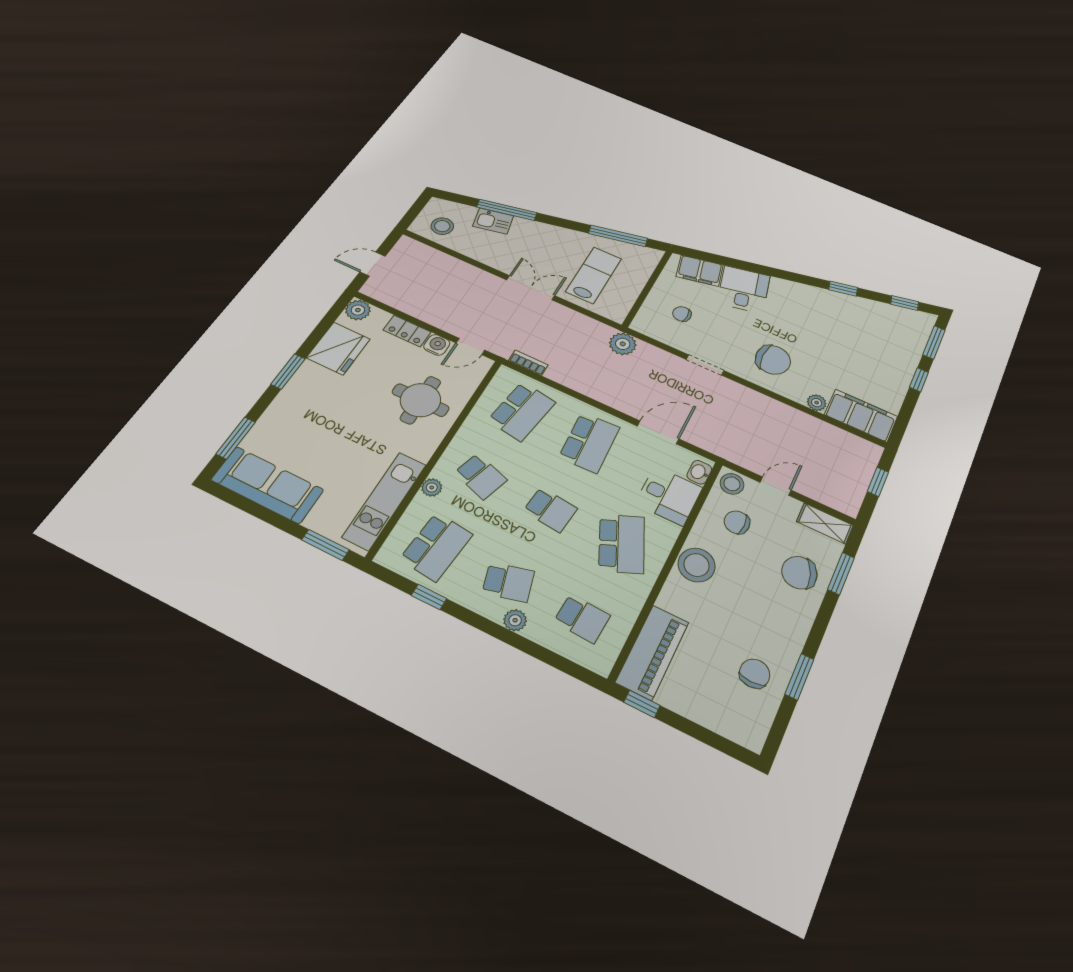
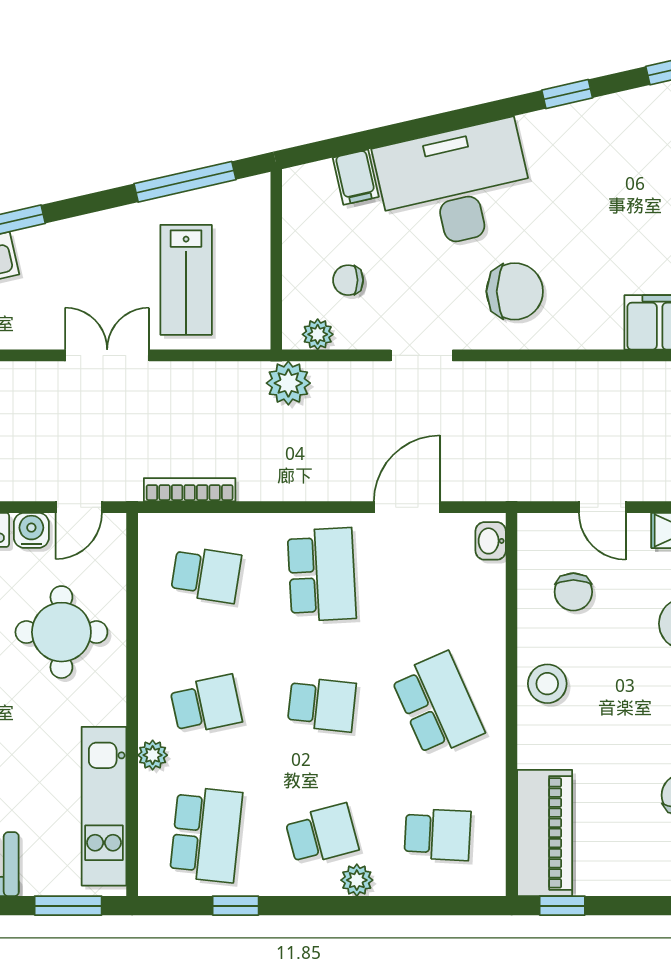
filing cabinet: (700, 271) -> (356, 177), width x0.50
lab bench: (594, 275) -> (186, 280), turned 180
desk: (744, 289) -> (455, 186), width x1.87, depth x1.30
bookcase: (528, 363) -> (190, 490), width x1.56
plant: (817, 403) -> (318, 334), moved
school desk: (522, 411) -> (206, 575), width x0.54
school desk: (481, 476) -> (206, 704), turned -30
stool: (732, 484) -> (542, 535), removed
door: (776, 486) -> (602, 507), swing flipped
desk: (669, 496) -> (466, 600), removed
chair: (737, 522) -> (573, 592), turned -90
stool: (697, 565) -> (547, 684), width x0.73, depth x0.73

